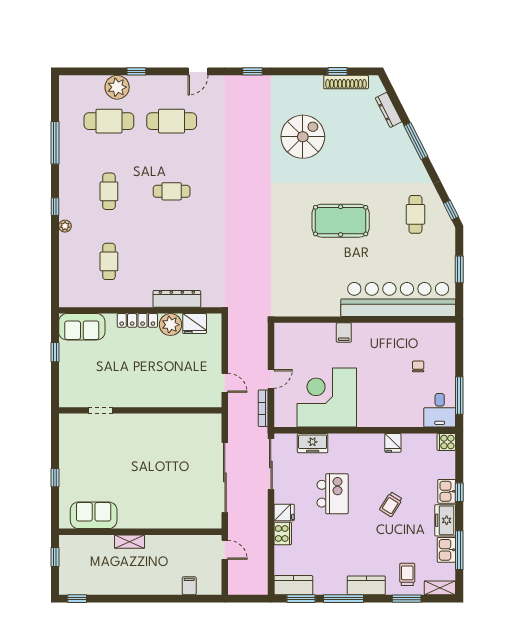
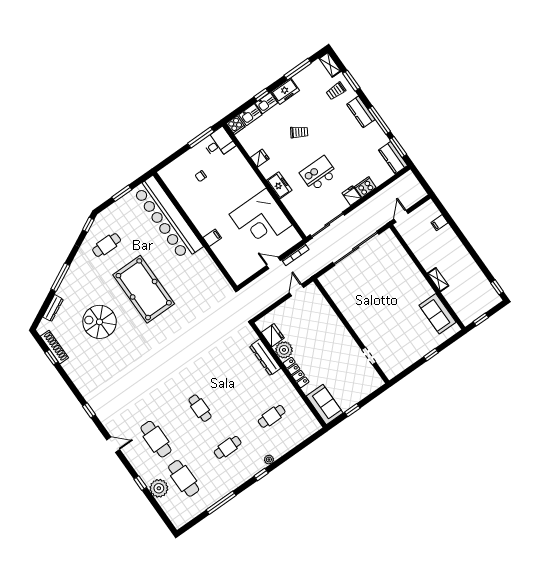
spiral stairs: (303, 137) -> (100, 322), moved
pool table: (341, 221) -> (144, 289), width x1.36, depth x1.32
freezer: (313, 443) -> (279, 185), moved
kitchen sink: (446, 550) -> (250, 115), moved

